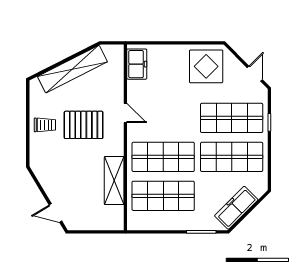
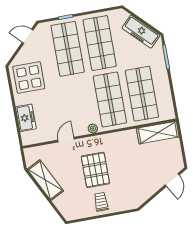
freezer: (137, 64) -> (26, 118), moved, turned 90
shelving: (72, 69) -> (45, 180), width x0.68
door: (125, 113) -> (66, 140), moved
plant: (133, 131) -> (93, 129), added
shelving: (114, 181) -> (158, 133), moved

